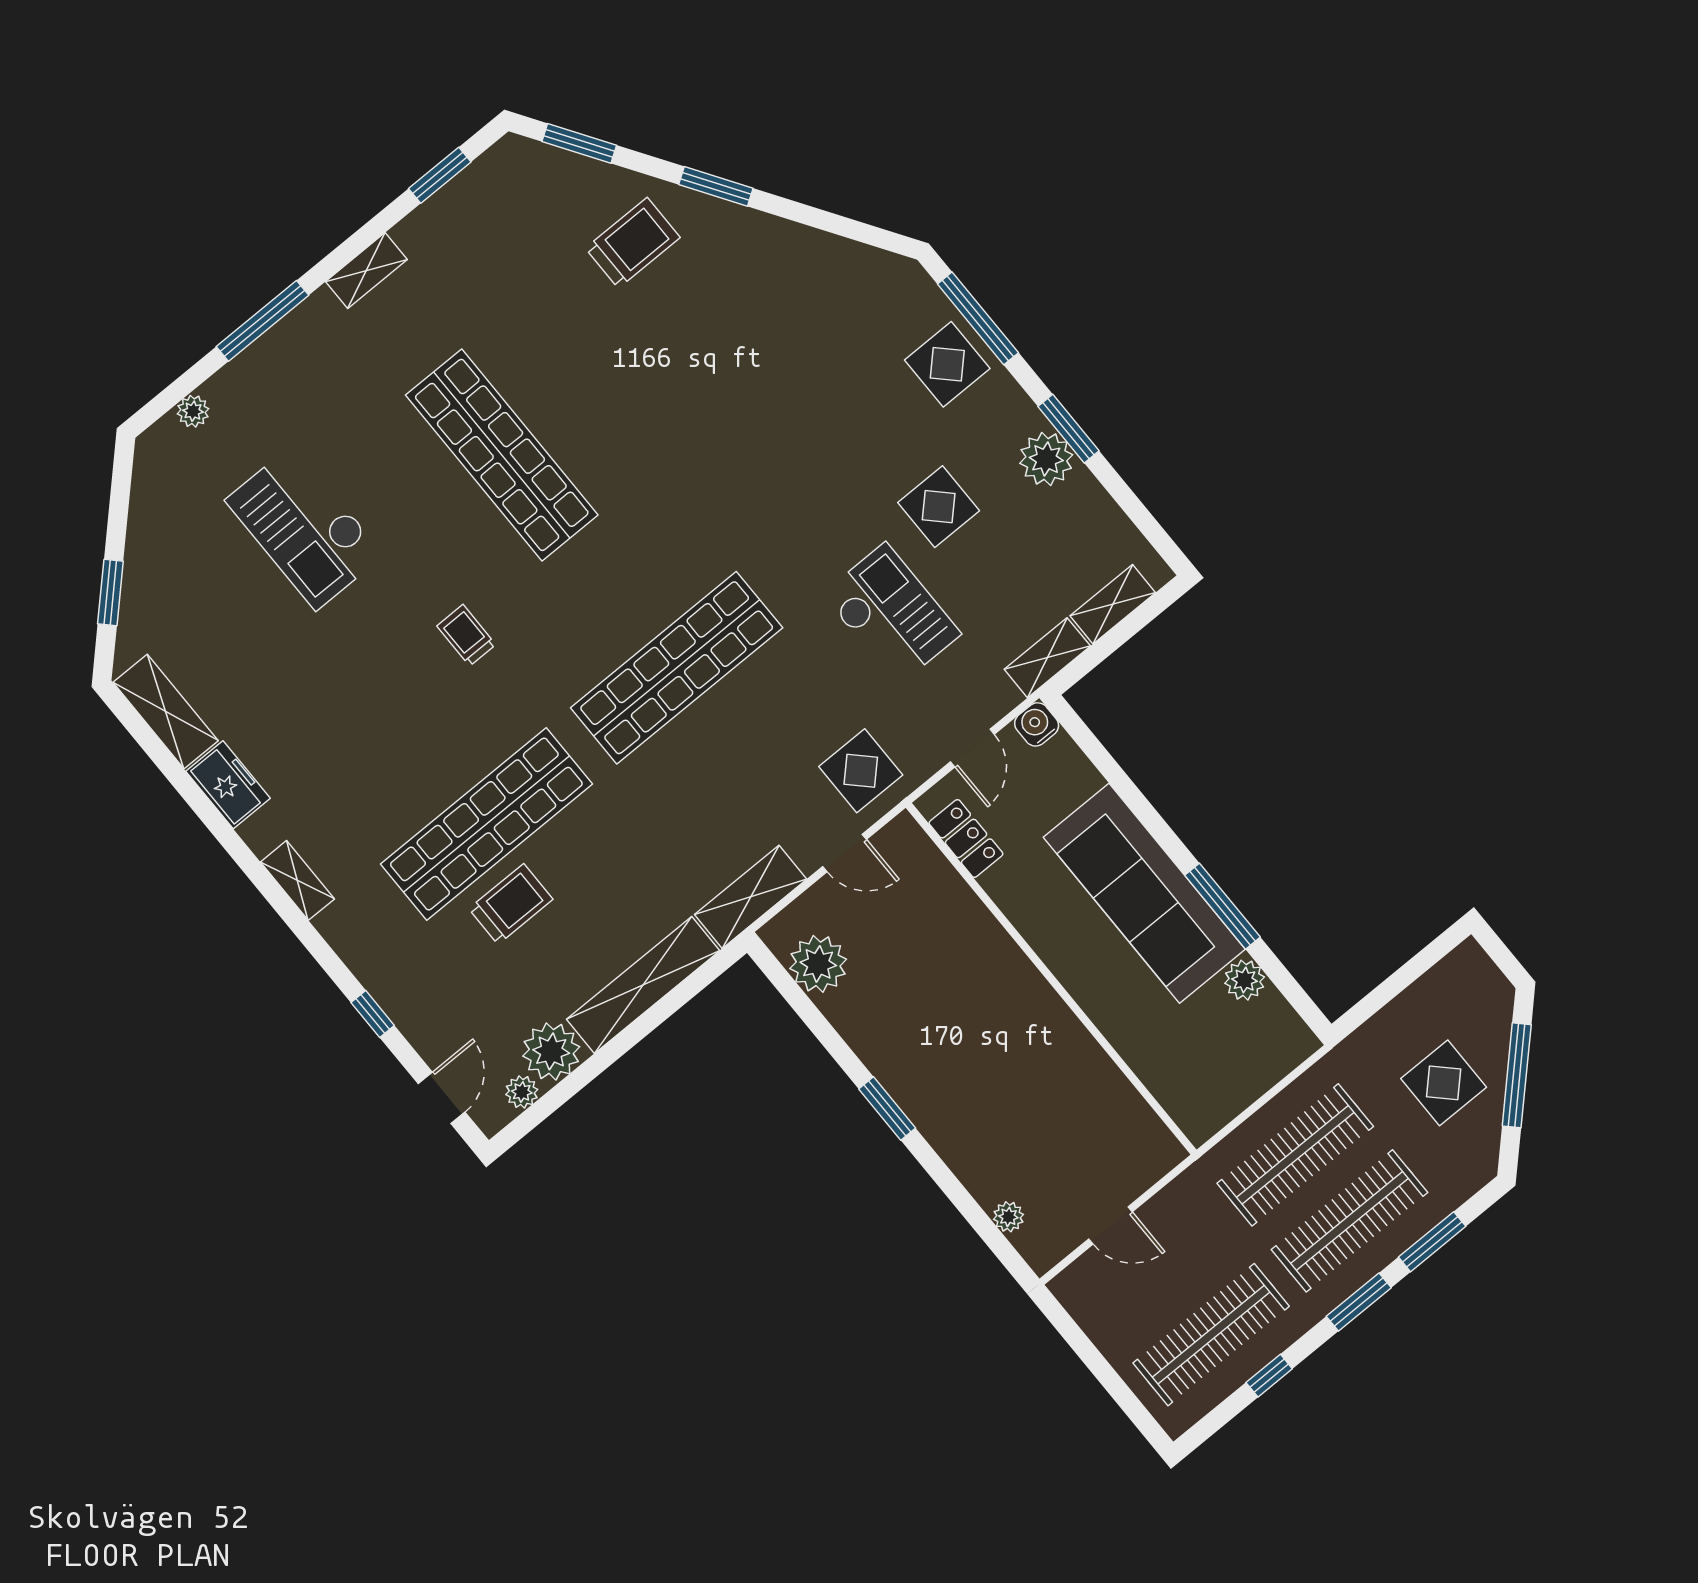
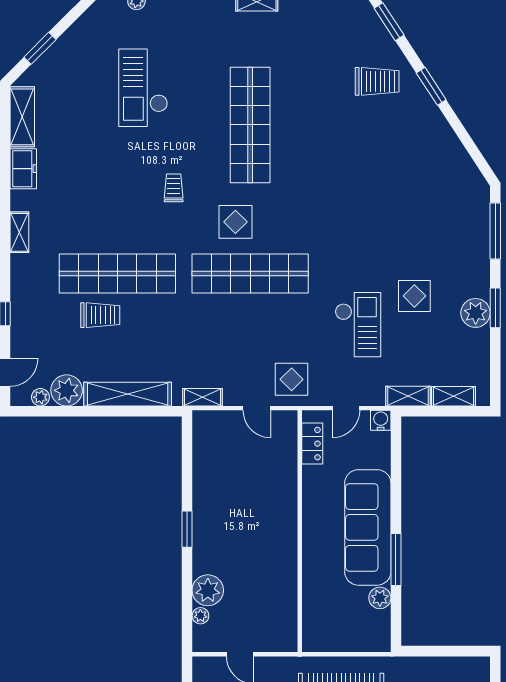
display table: (947, 364) -> (235, 222), moved
shelving: (751, 897) -> (203, 397), width x0.67, depth x0.75
plant: (818, 964) -> (208, 590), moved

